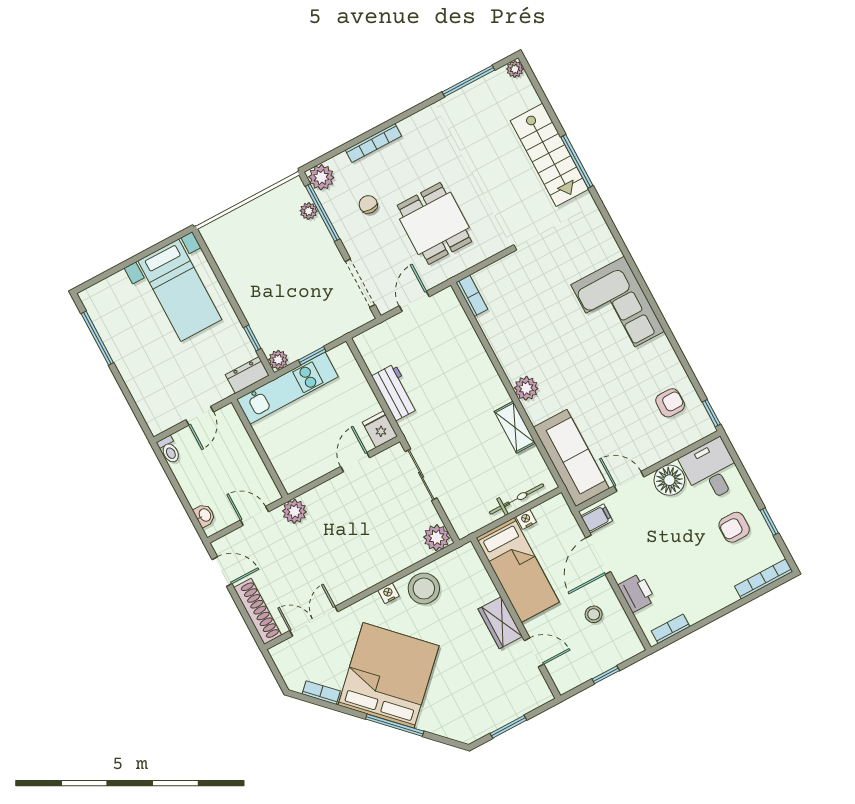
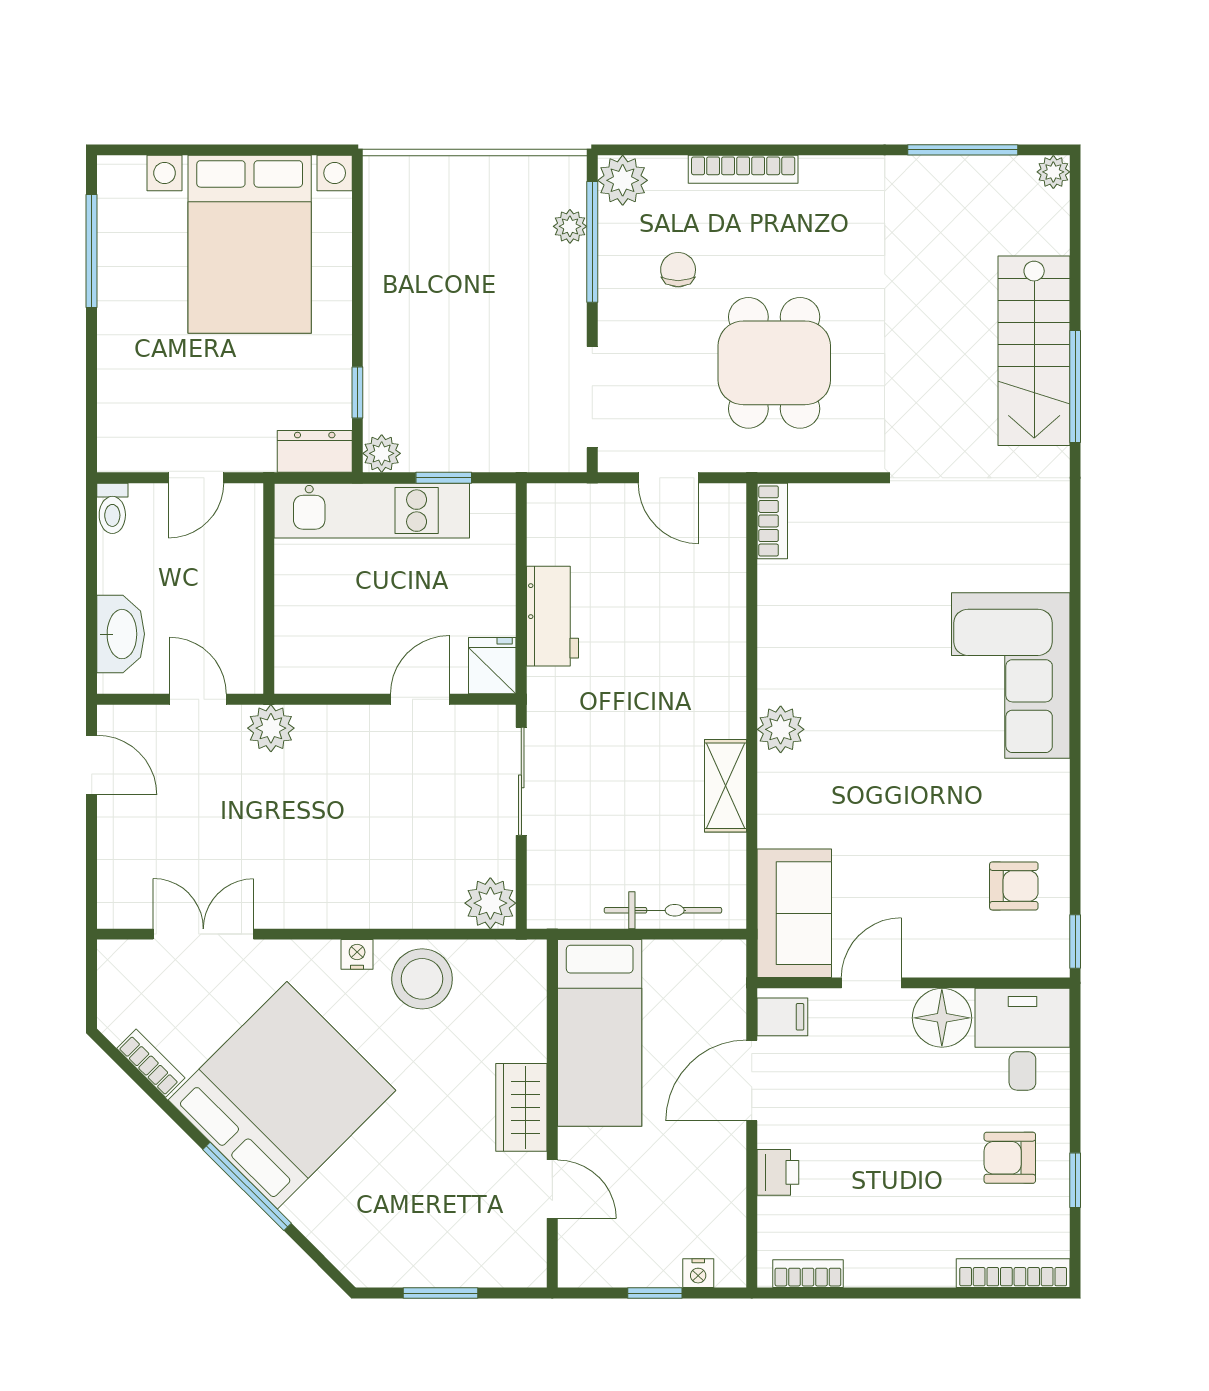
bed with nightstands: (180, 290) -> (250, 244), width x1.36
door: (414, 301) -> (668, 478), swing flipped
sofa: (571, 458) -> (794, 913), width x0.73
door: (629, 481) -> (871, 983), hinge flipped
washbasin: (205, 515) -> (121, 634), width x1.91, depth x1.45
nightstand: (526, 519) -> (698, 1273), moved, turned 180
printer: (637, 593) -> (778, 1172), width x0.73, depth x0.81
shoe rack: (258, 611) -> (116, 866), removed
stool: (594, 614) -> (689, 1178), removed

